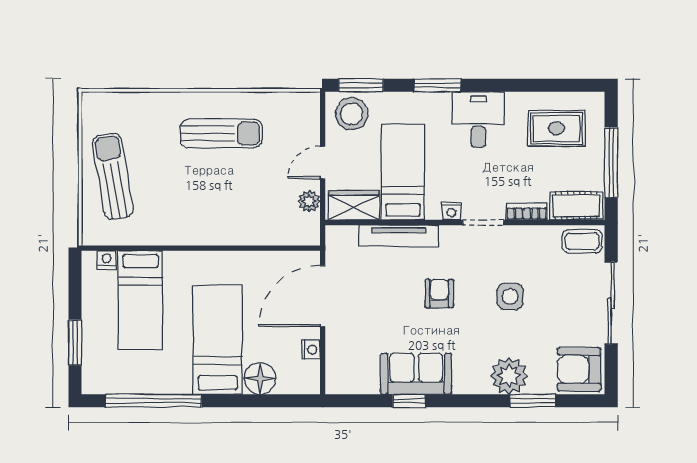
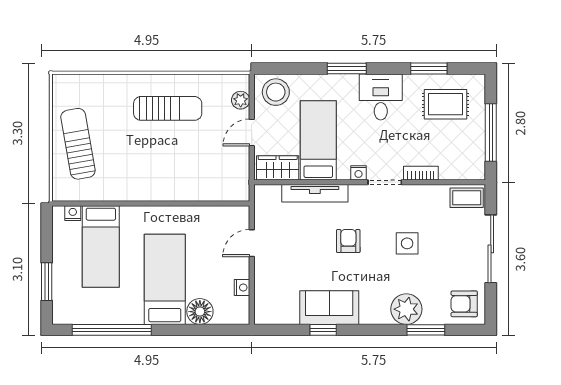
window: (361, 85) -> (429, 68), moved
plant: (309, 201) -> (241, 100), moved
cot: (576, 206) -> (462, 168), removed
door: (323, 296) -> (252, 243), width x0.53
armchair: (579, 369) -> (464, 304), width x0.72, depth x0.72

